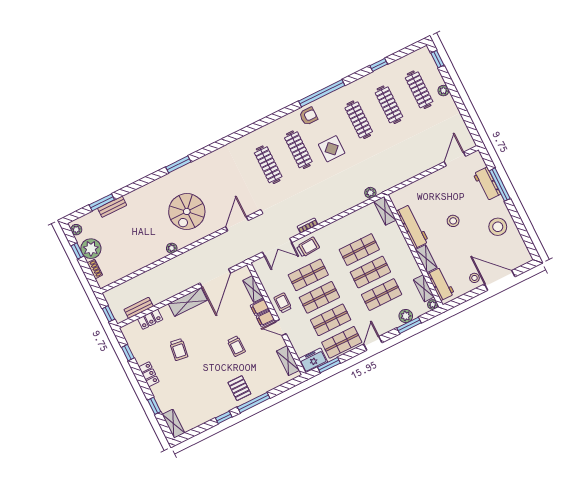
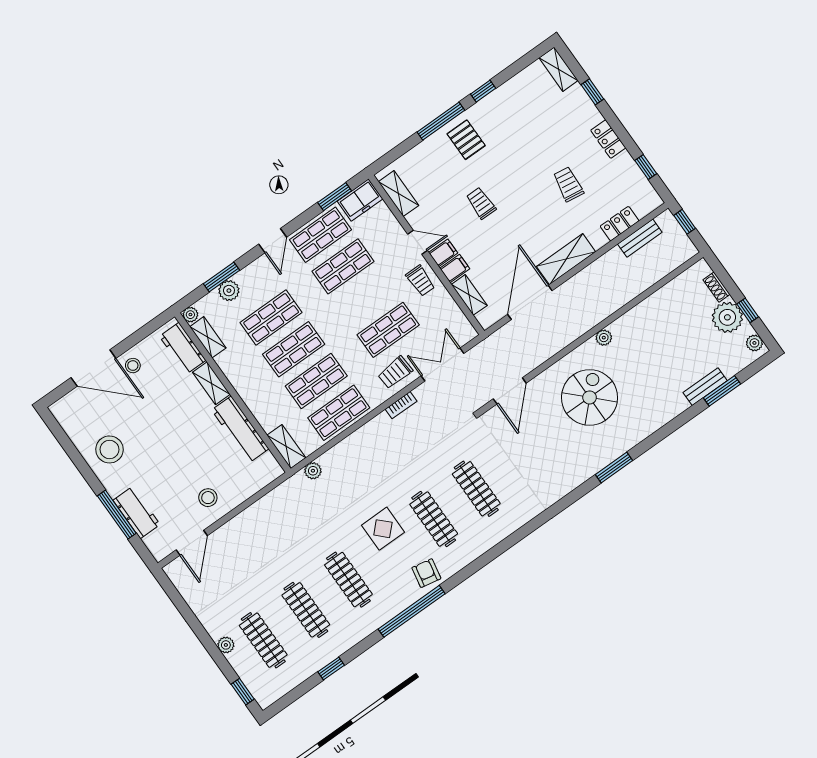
armchair: (308, 116) -> (426, 573), turned 101
stool: (453, 221) -> (208, 498), moved
shop shelf: (319, 297) -> (339, 413), moved

